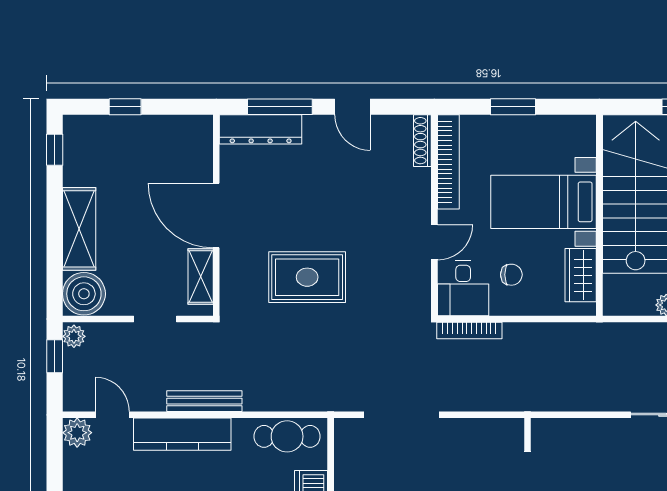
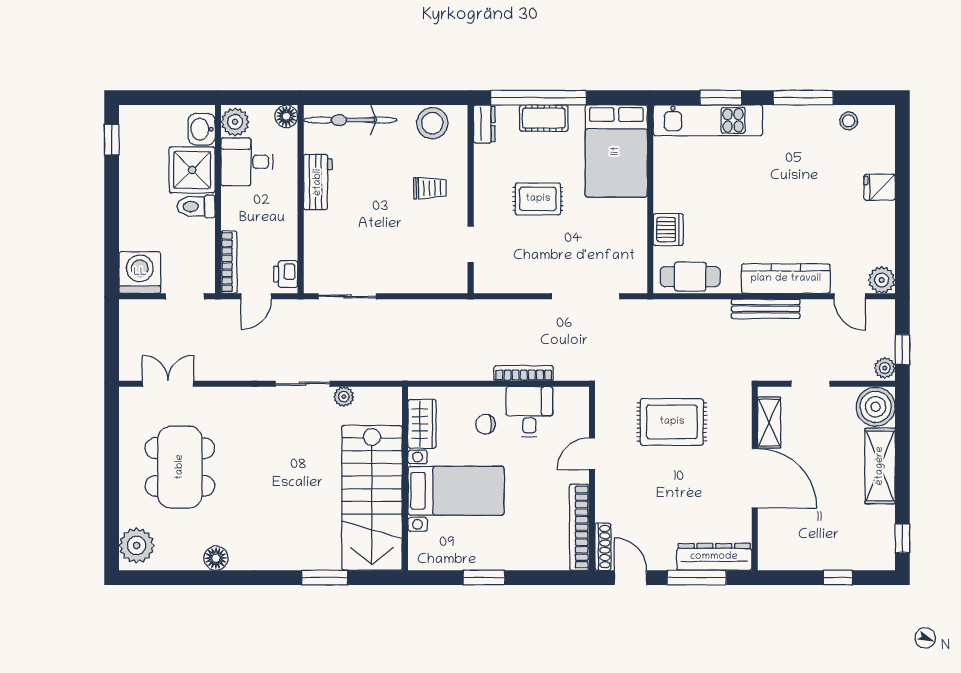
shoe rack: (422, 141) -> (603, 547), moved
bookcase: (448, 162) -> (579, 527), moved
wall: (434, 215) -> (592, 478), moved
door: (434, 242) -> (592, 454), moved

